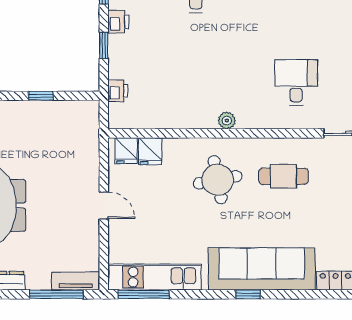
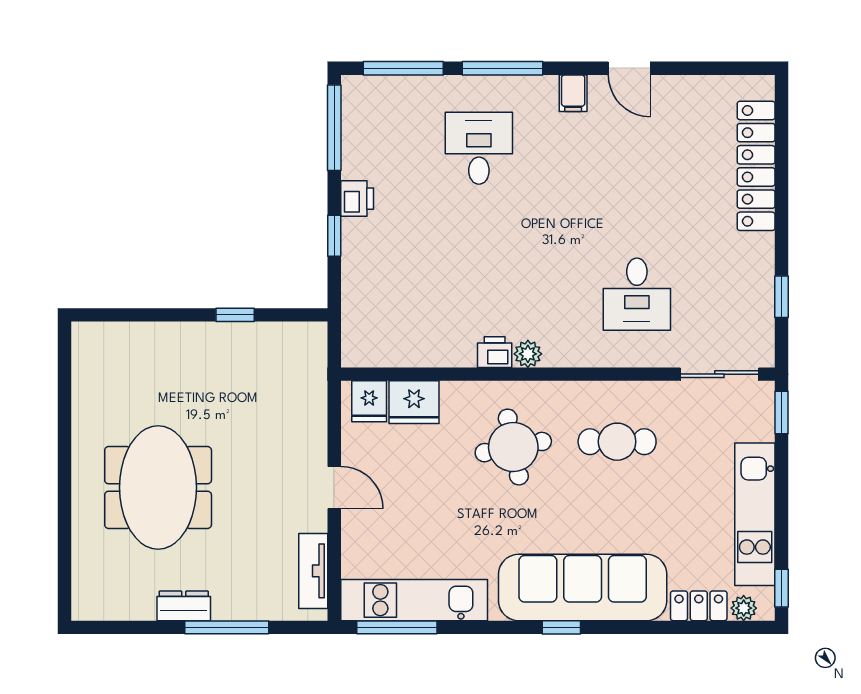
desk: (296, 83) -> (637, 294), turned 180
printer: (118, 91) -> (495, 352), moved, turned -90
fridge: (150, 151) -> (414, 402), width x1.38
tv unit: (76, 281) -> (313, 571), moved, turned -90
window: (56, 294) -> (227, 627), moved

